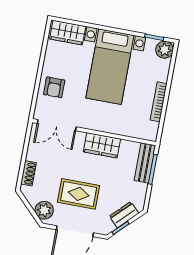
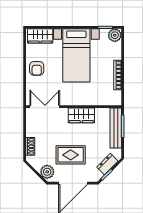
armchair: (54, 87) -> (37, 68), moved
double door: (57, 125) -> (45, 107), swing flipped
bench: (145, 163) -> (116, 128), width x1.36

